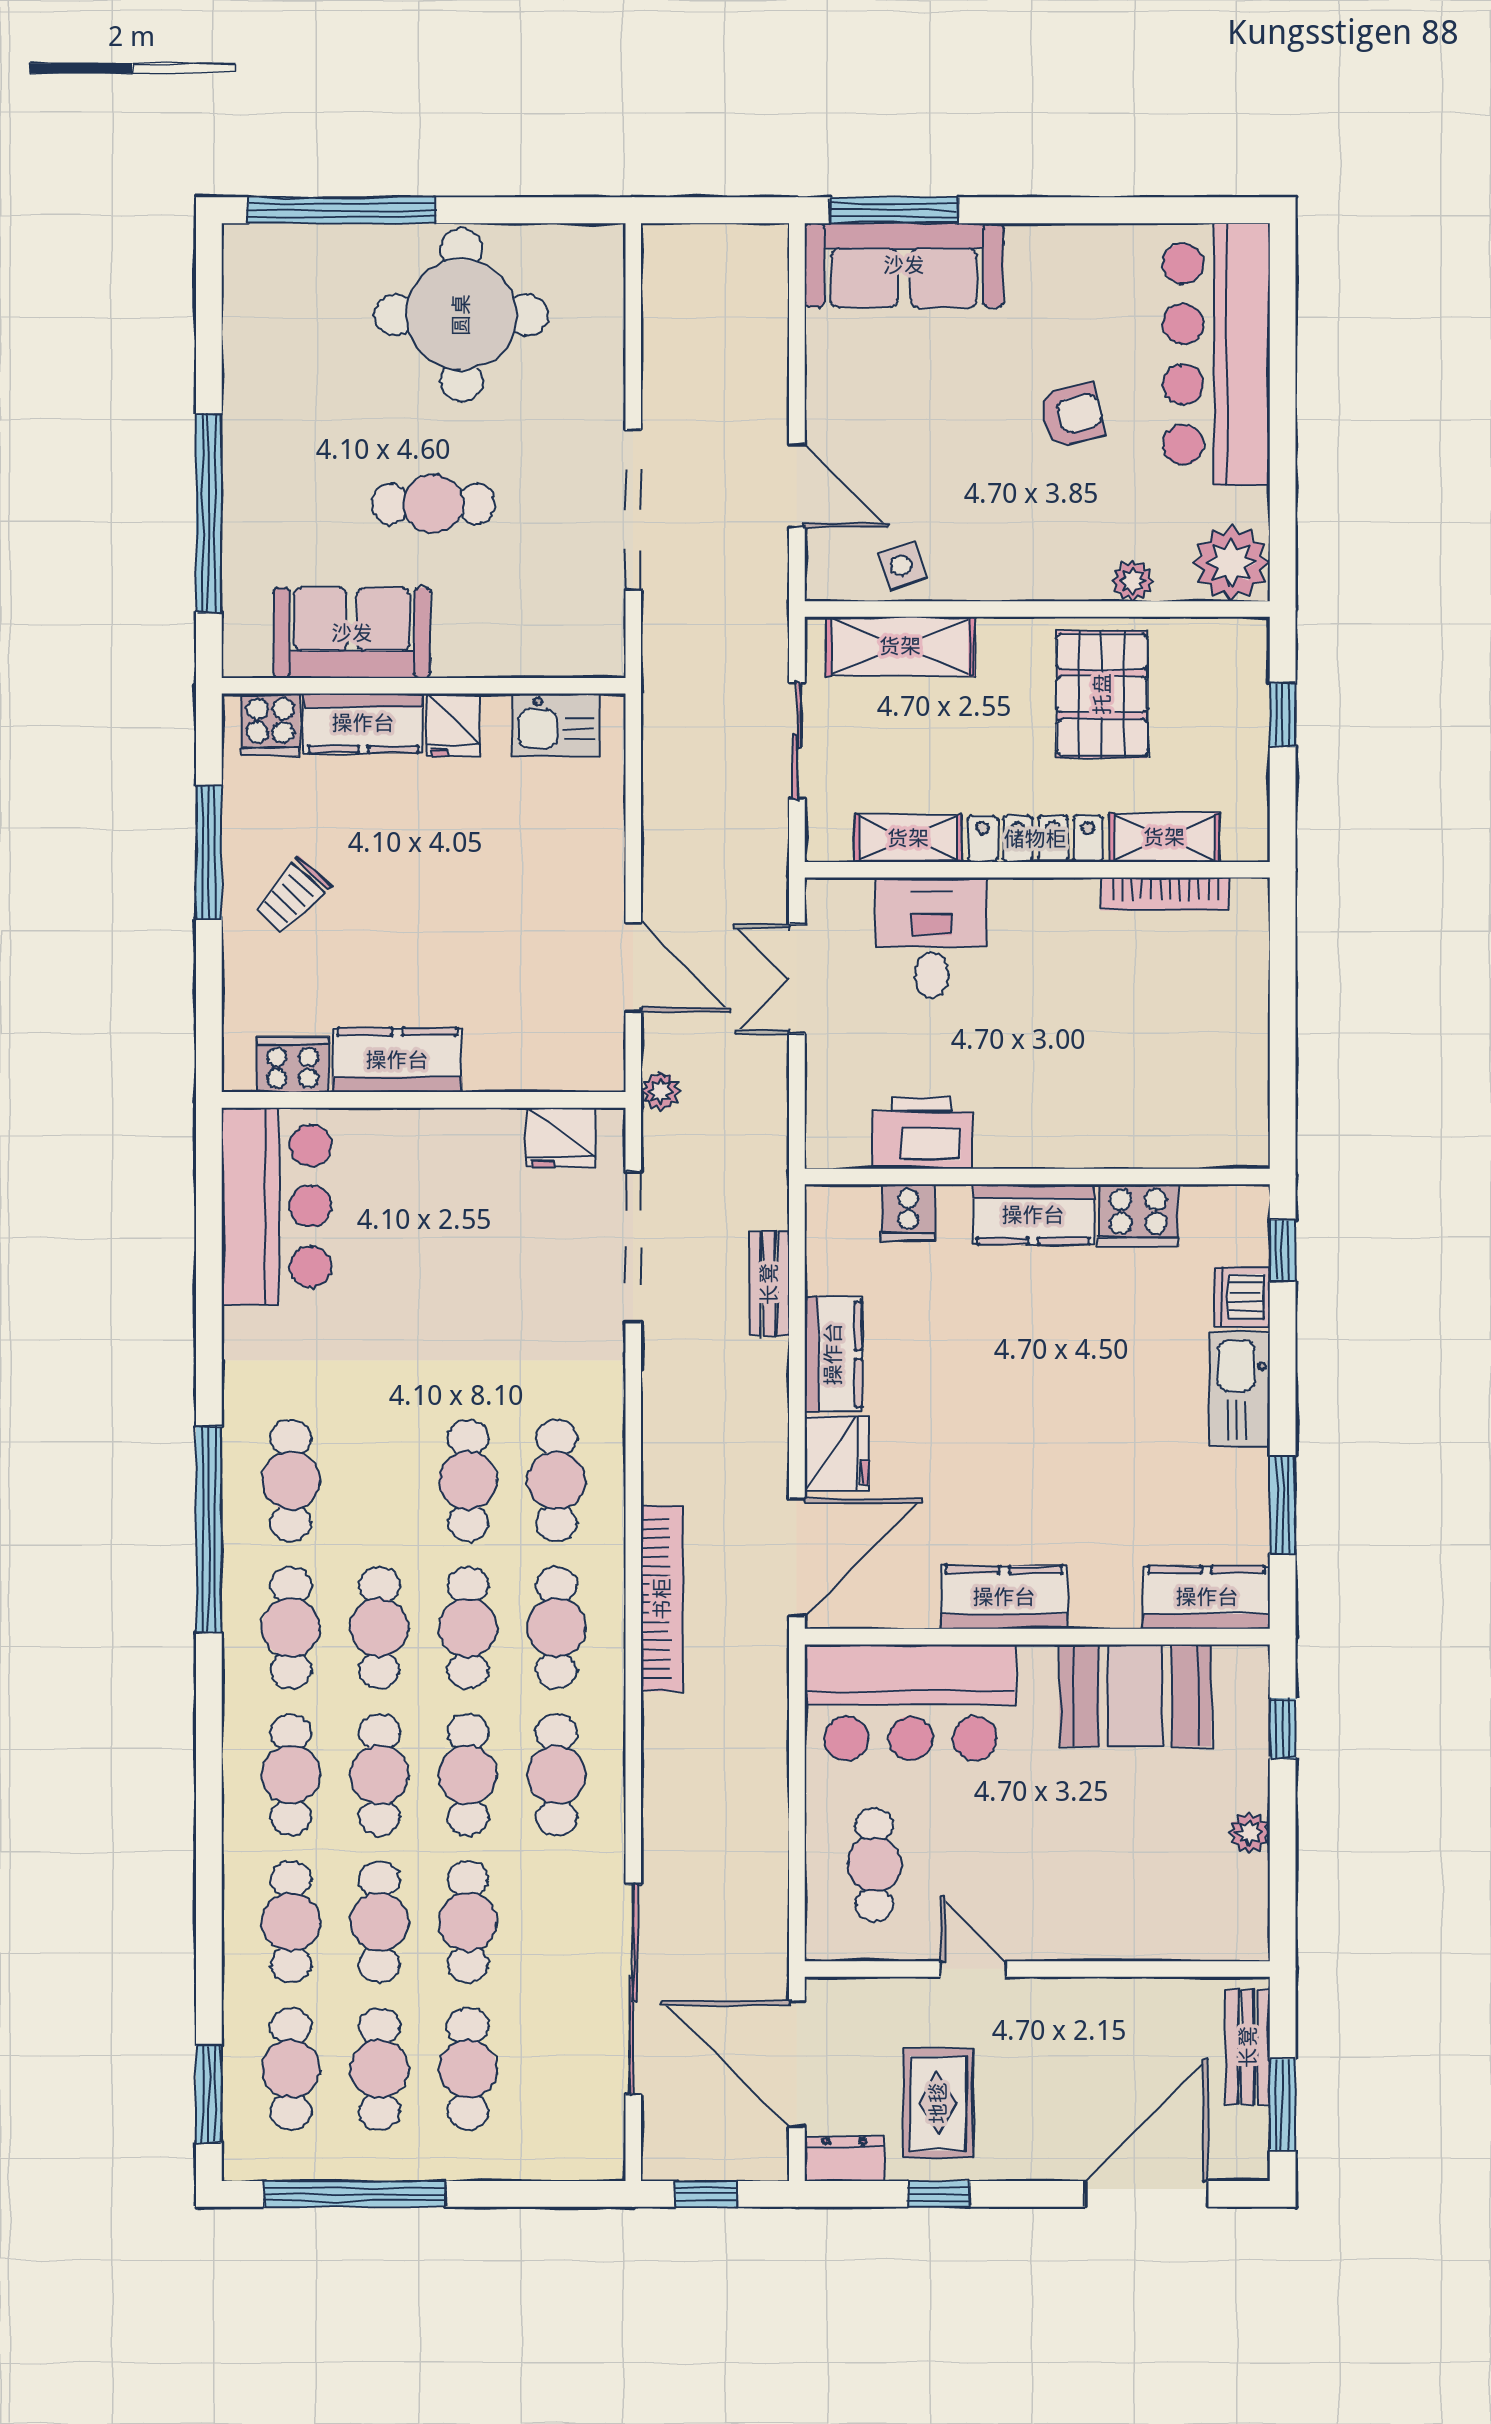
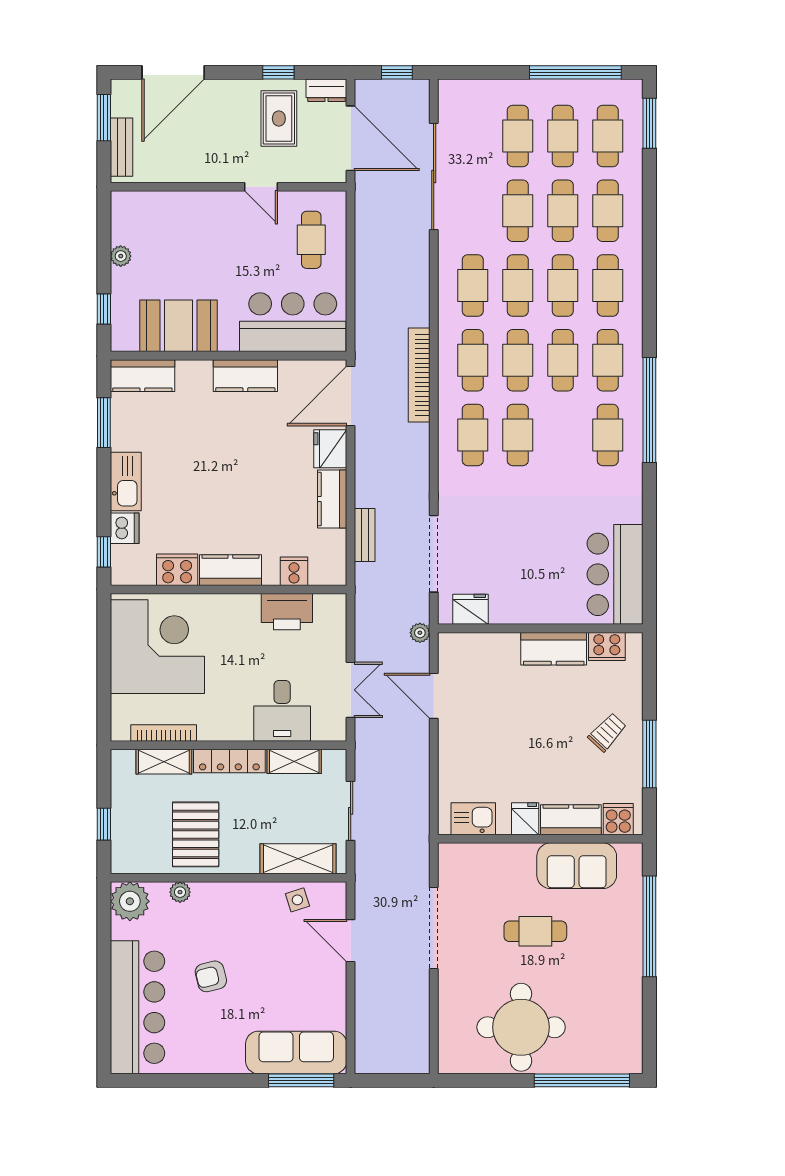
corner desk: (1177, 1064) -> (157, 647), added

